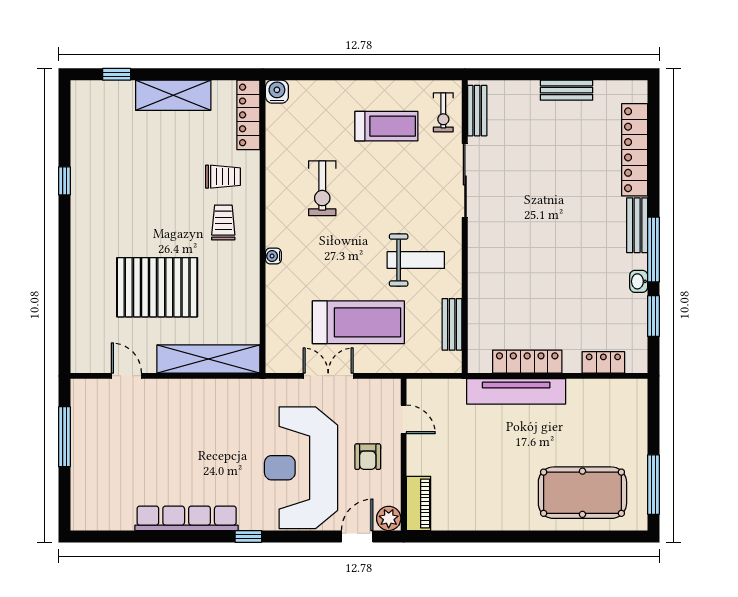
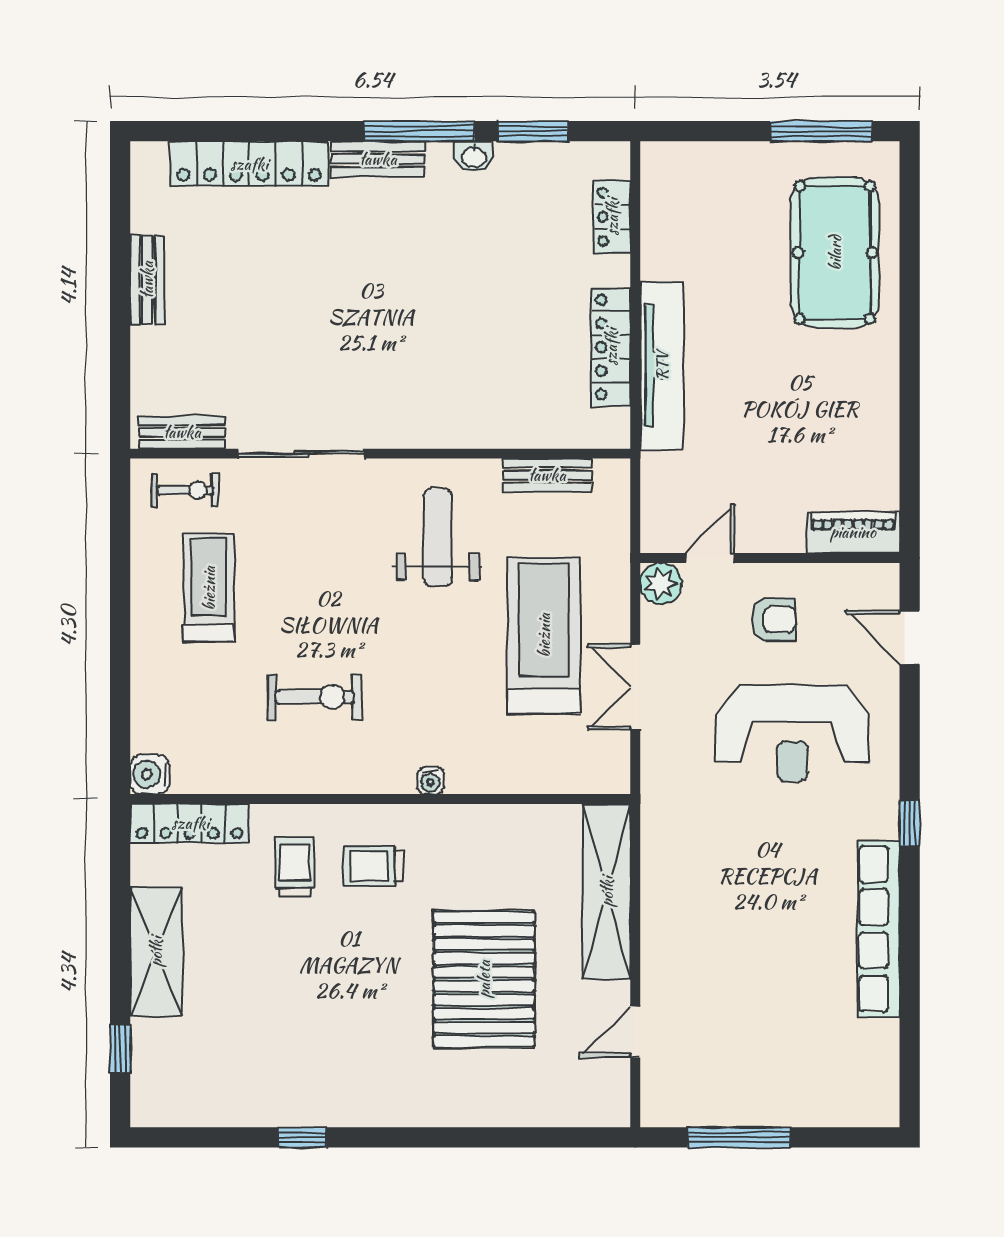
reception desk: (301, 468) -> (792, 733), width x0.74, depth x0.77
plant: (389, 518) -> (661, 584), moved

